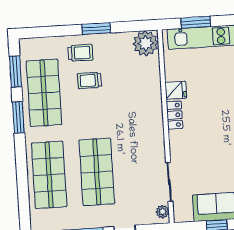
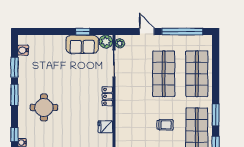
trolley: (89, 80) -> (165, 125), moved
locker: (174, 115) -> (107, 96), moved
plant: (183, 213) -> (106, 42), added

